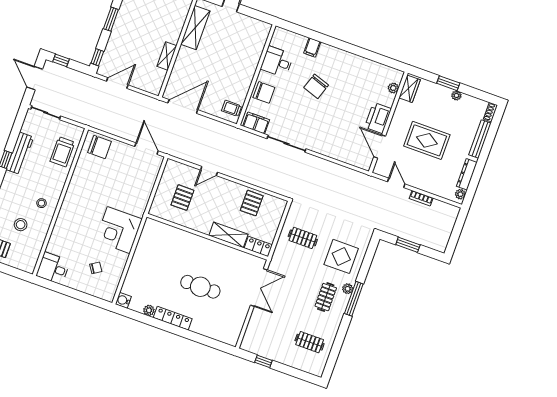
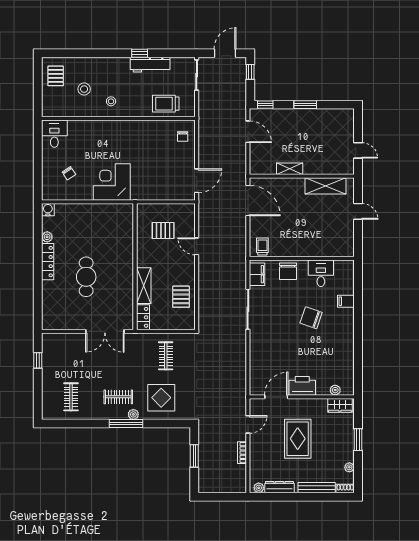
plant: (456, 95) -> (349, 467), moved
chair: (100, 147) -> (183, 137), width x0.54, depth x0.54
pallet: (252, 203) -> (181, 297), turned 90

